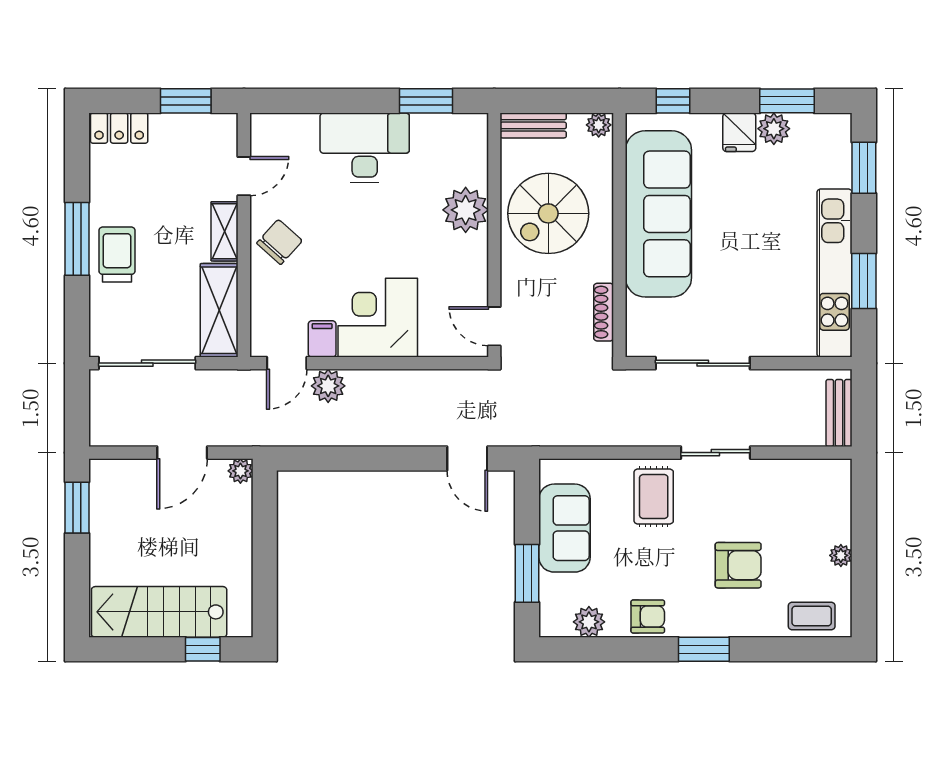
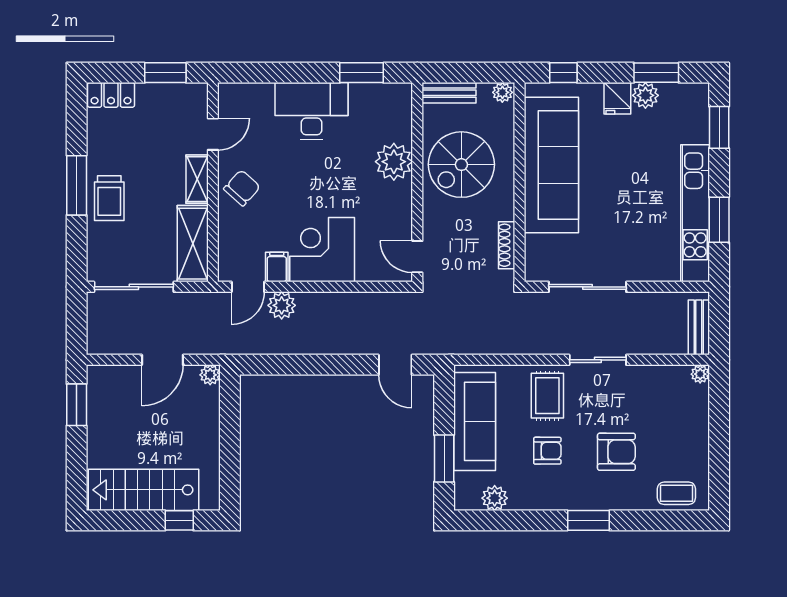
trolley: (117, 255) -> (109, 198), turned 180
sofa: (565, 528) -> (475, 421), width x1.36
plant: (841, 555) -> (700, 374), moved
armchair: (648, 616) -> (547, 451), moved

